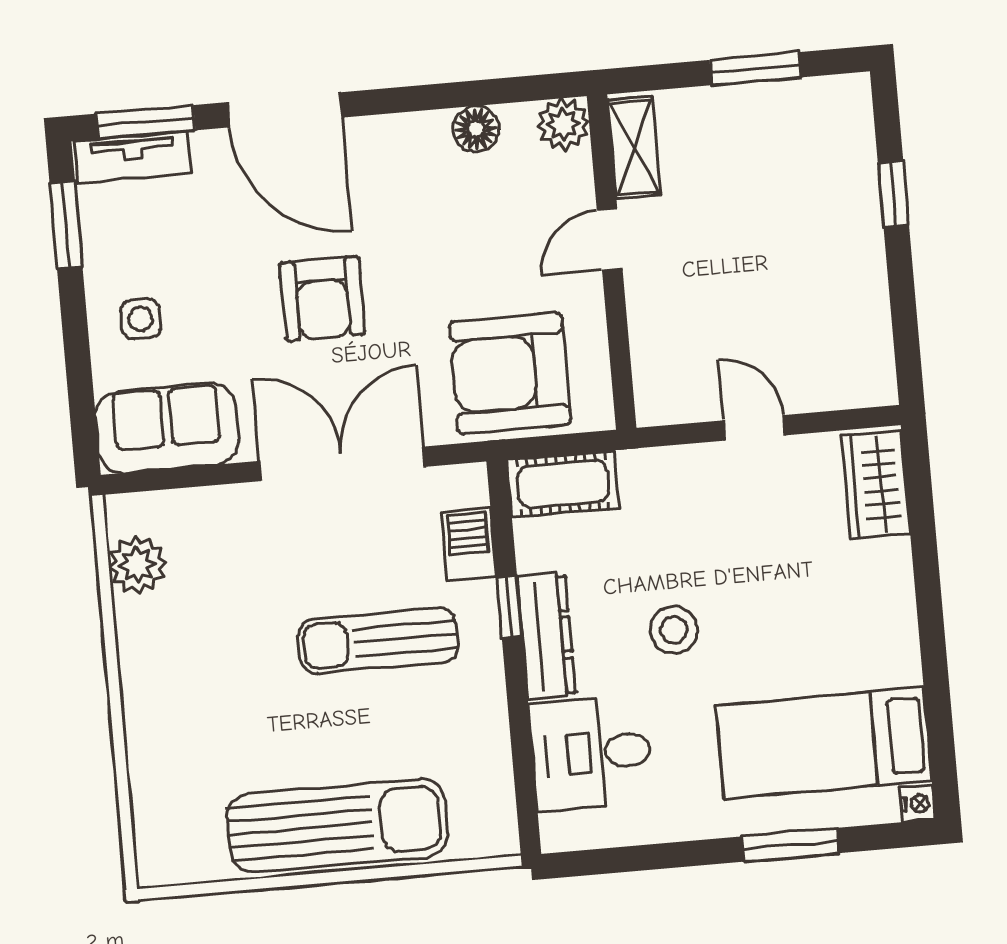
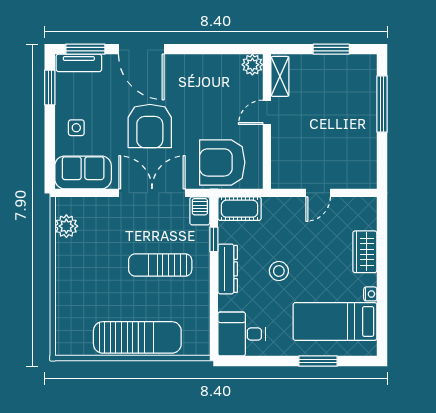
floor lamp: (476, 129) -> (217, 63), removed
window: (893, 194) -> (382, 104), width x2.17
armchair: (322, 299) -> (150, 126), width x1.36, depth x1.36
door: (754, 428) -> (318, 193), swing flipped
wardrobe: (876, 485) -> (365, 252), moved
barbecue: (469, 544) -> (200, 211), moved
window: (509, 606) -> (214, 239), moved
desk: (591, 753) -> (242, 334), moved
nightstand: (917, 803) -> (370, 294), moved

